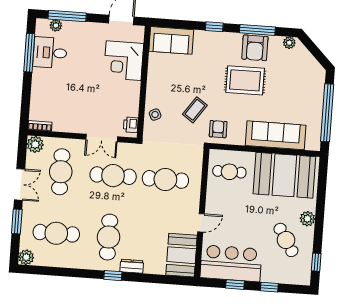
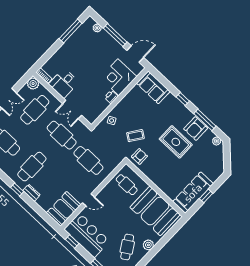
window: (67, 16) -> (115, 35), moved
desk: (50, 53) -> (64, 83), moved, turned -90
window: (327, 113) -> (206, 196), width x0.32
printer: (131, 125) -> (111, 97), moved
sofa: (276, 135) -> (193, 193), moved, turned -90
window: (235, 285) -> (72, 242), moved

